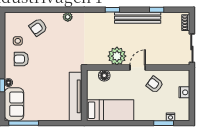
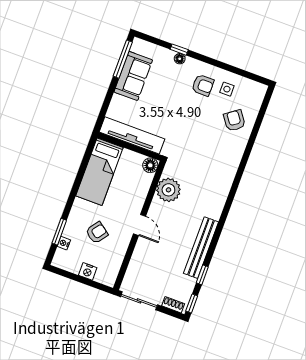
window: (112, 10) -> (192, 304), moved
plant: (68, 17) -> (234, 162), removed
plant: (117, 56) -> (168, 190), moved
armchair: (21, 59) -> (203, 85), turned 90
floor lamp: (104, 76) -> (150, 165), moved
armchair: (155, 85) -> (97, 233), moved
sofa: (14, 104) -> (133, 76), moved, turned -90

